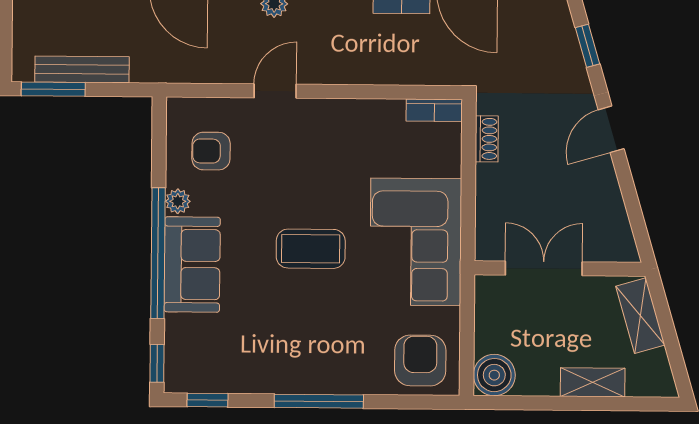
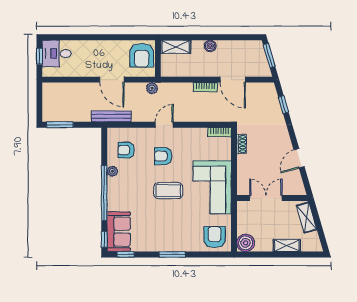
bench: (82, 69) -> (111, 116), moved
door: (275, 91) -> (164, 125), moved
door: (611, 129) -> (299, 158), moved
armchair: (299, 166) -> (163, 156), added
sofa: (192, 264) -> (119, 232), moved
window: (319, 401) -> (172, 254), width x0.69

